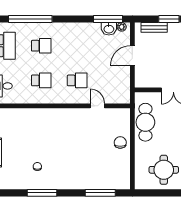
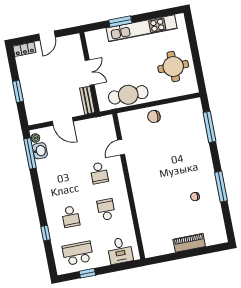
window: (30, 19) -> (46, 233), width x0.32
bench: (154, 27) -> (87, 100), moved
school desk: (41, 46) -> (71, 217), turned 180
school desk: (77, 80) -> (99, 173), turned 180

